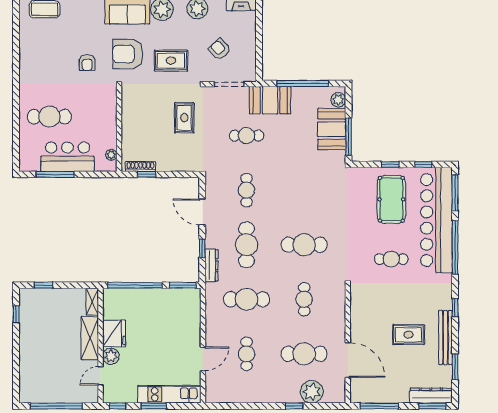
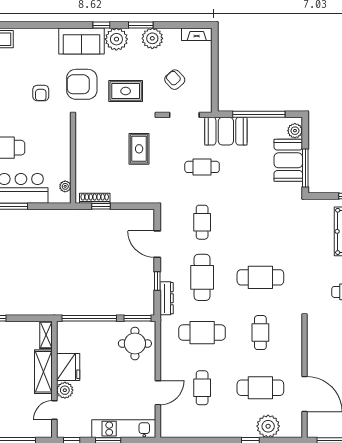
round table: (180, 310) -> (135, 344), added

